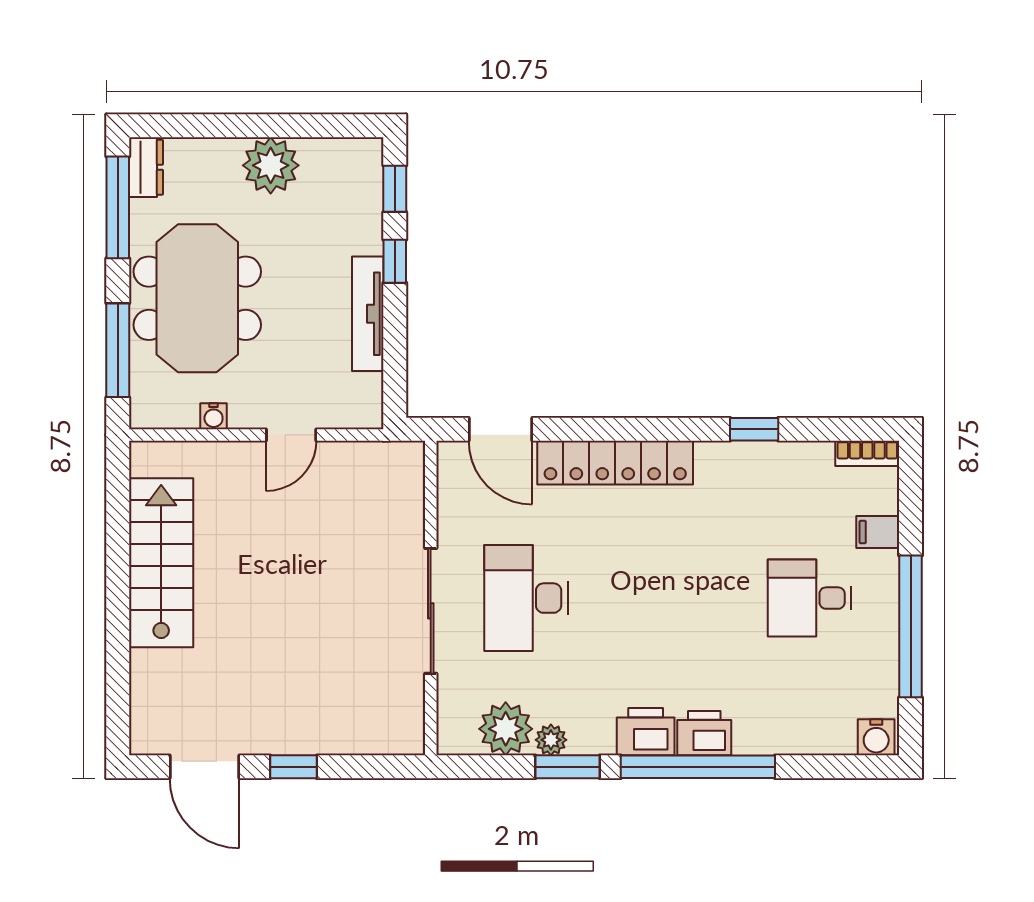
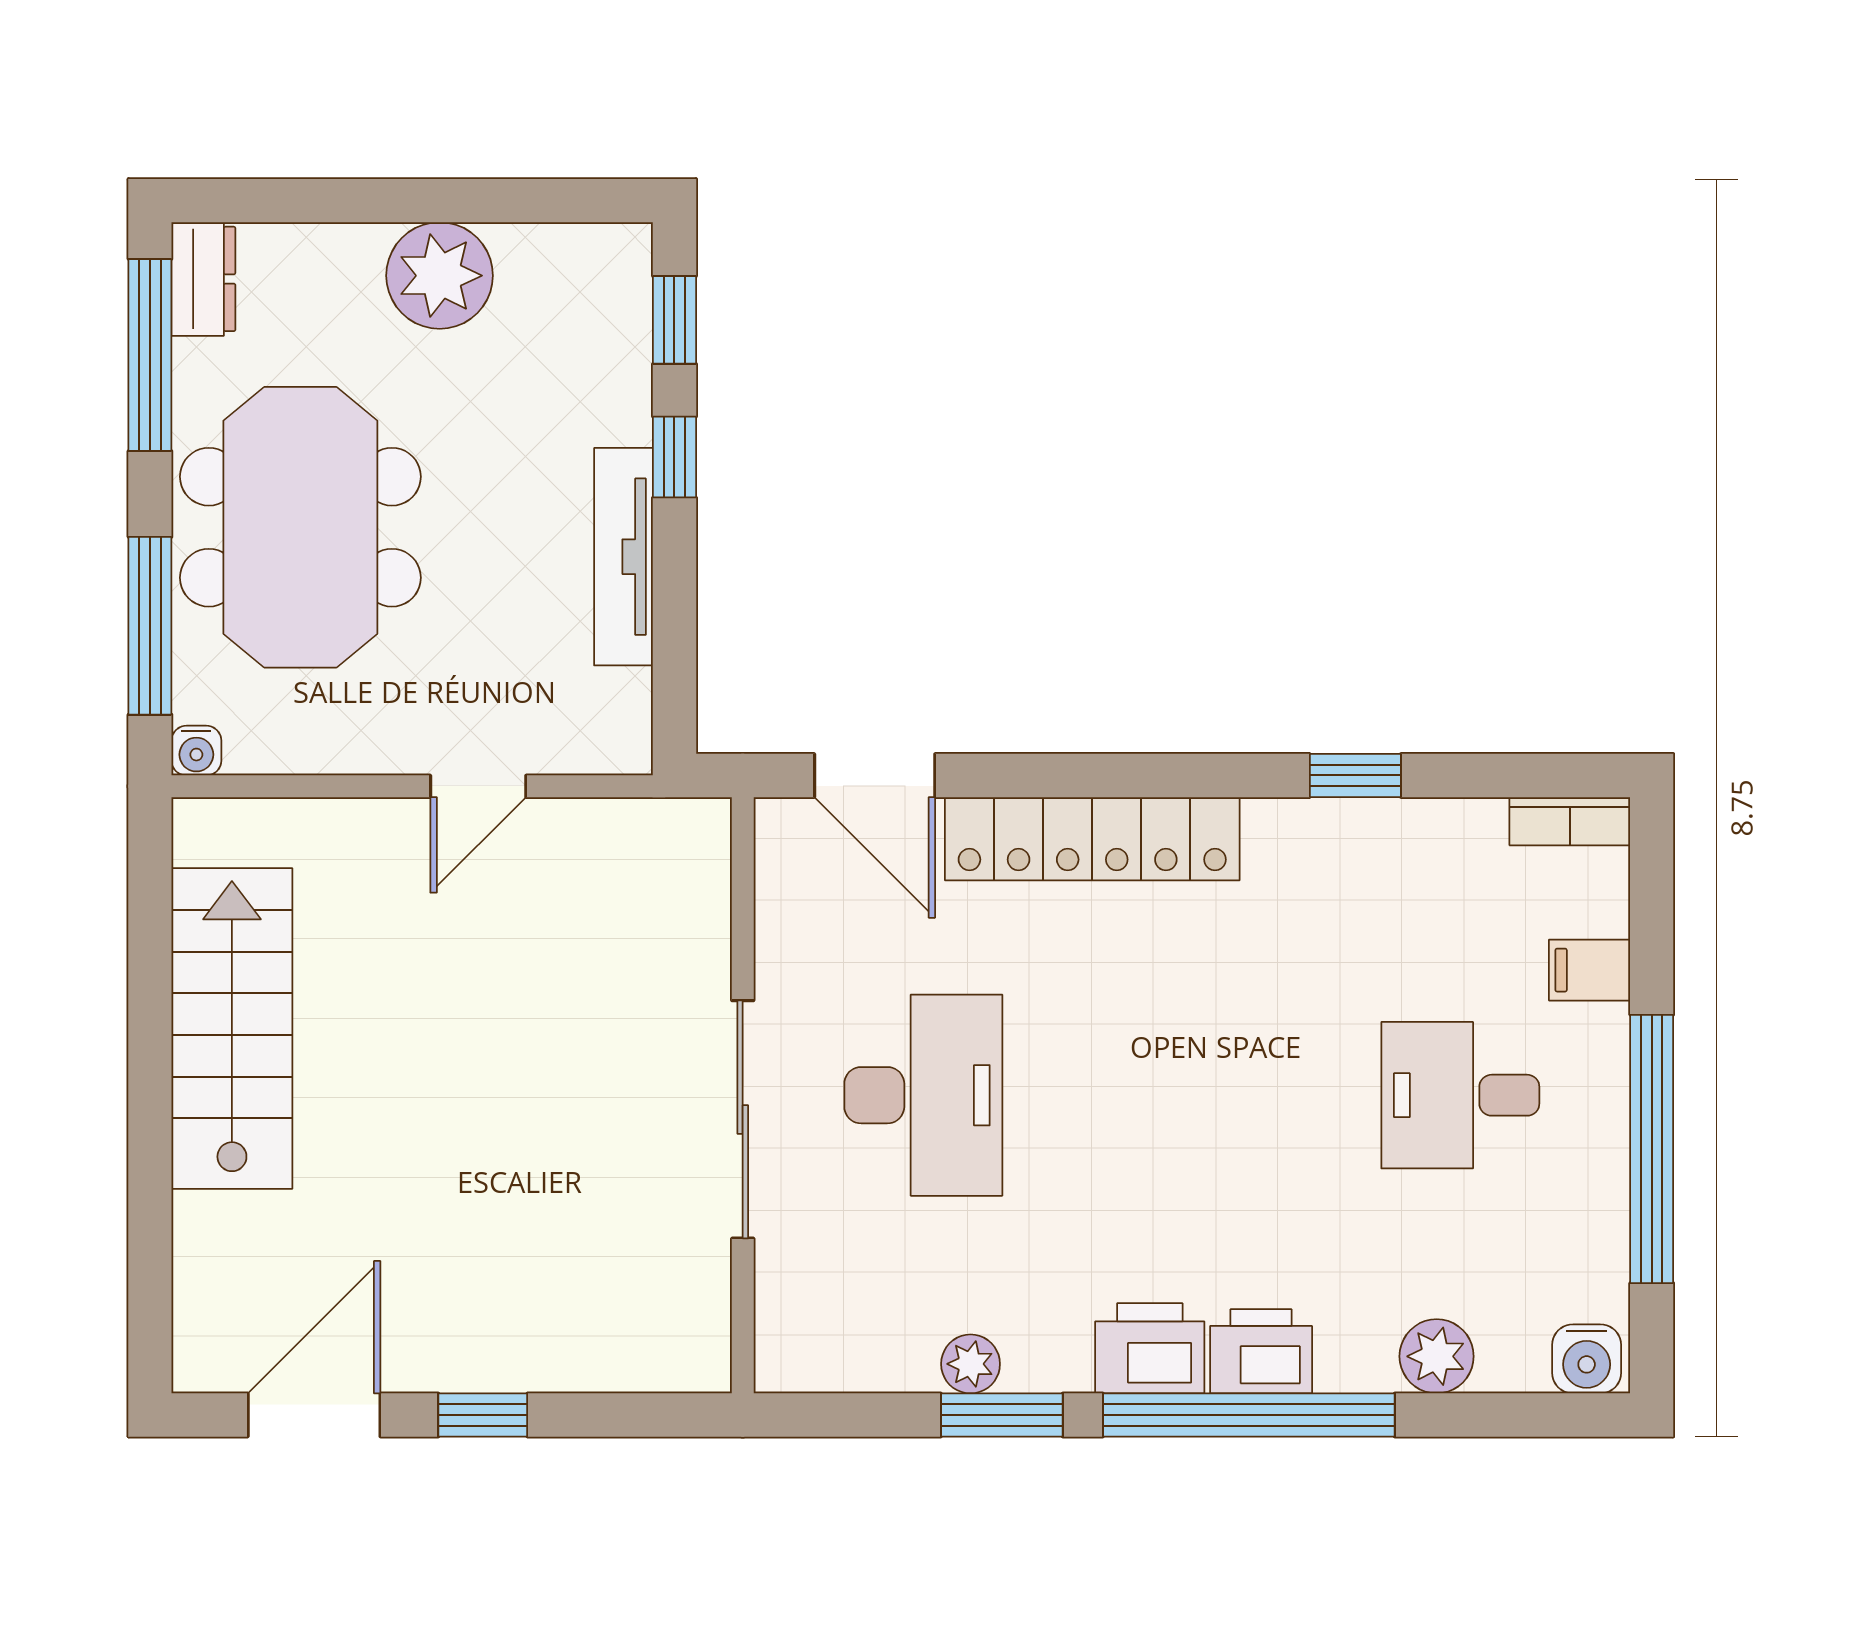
water cooler: (214, 416) -> (196, 751), moved
desk: (526, 598) -> (923, 1095), turned 180
plant: (506, 729) -> (1437, 1356), moved, width x0.73, depth x0.73
door: (204, 767) -> (314, 1415), swing flipped

